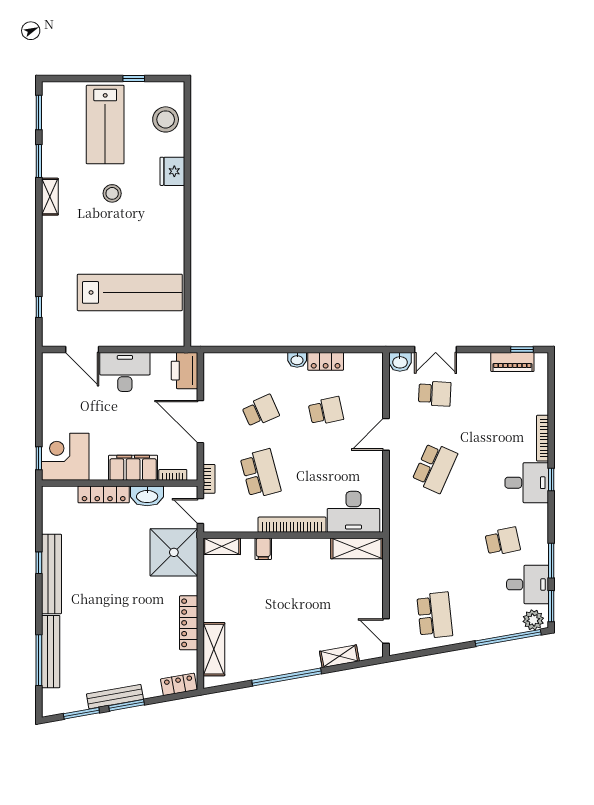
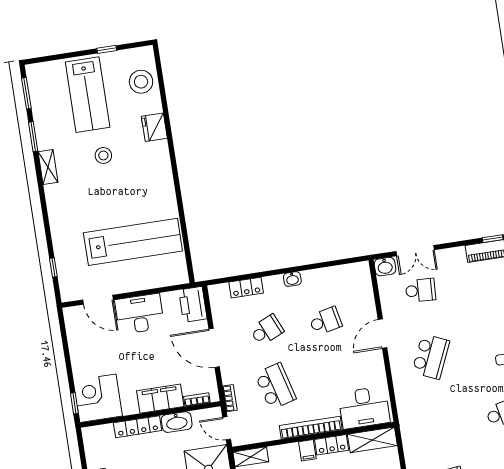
locker: (326, 361) -> (246, 288), moved
locker: (312, 547) -> (332, 445), added
filing cabinet: (263, 549) -> (307, 450), moved

